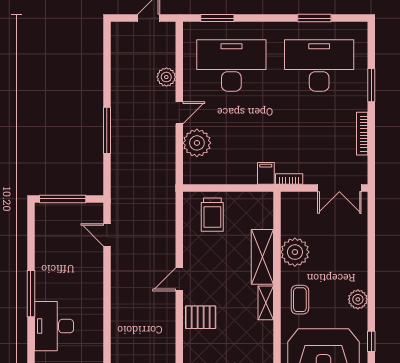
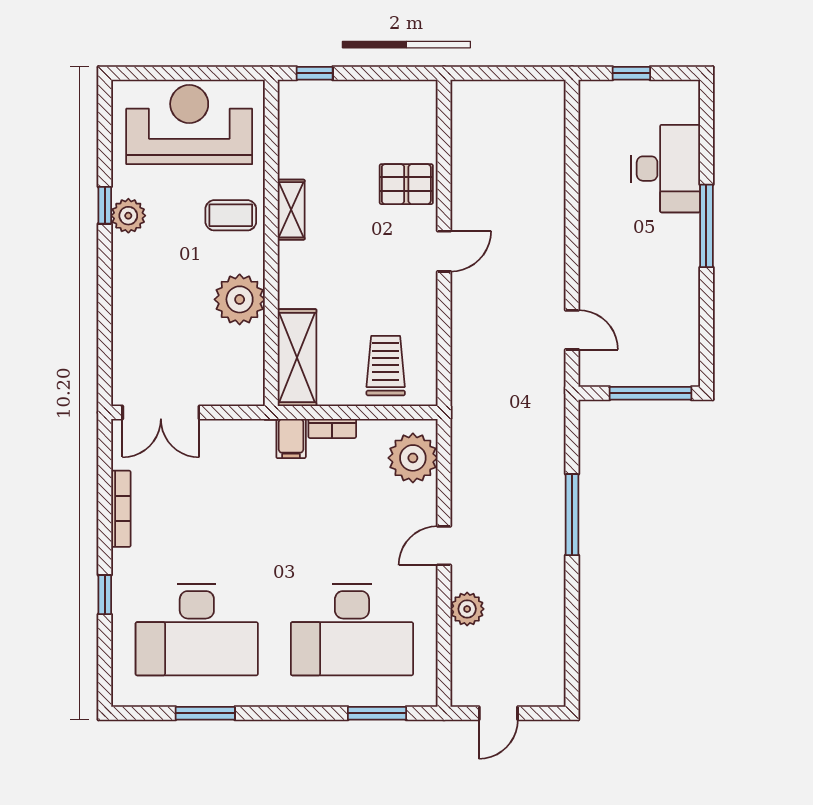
window: (371, 85) -> (105, 595), width x0.67
plant: (197, 143) -> (413, 458), moved
bookcase: (289, 179) -> (332, 428), moved
double door: (339, 188) -> (161, 413), swing flipped
shelving: (262, 257) -> (297, 358), moved
coffee table: (300, 300) -> (231, 215), turned 90
window: (371, 341) -> (105, 205), moved

